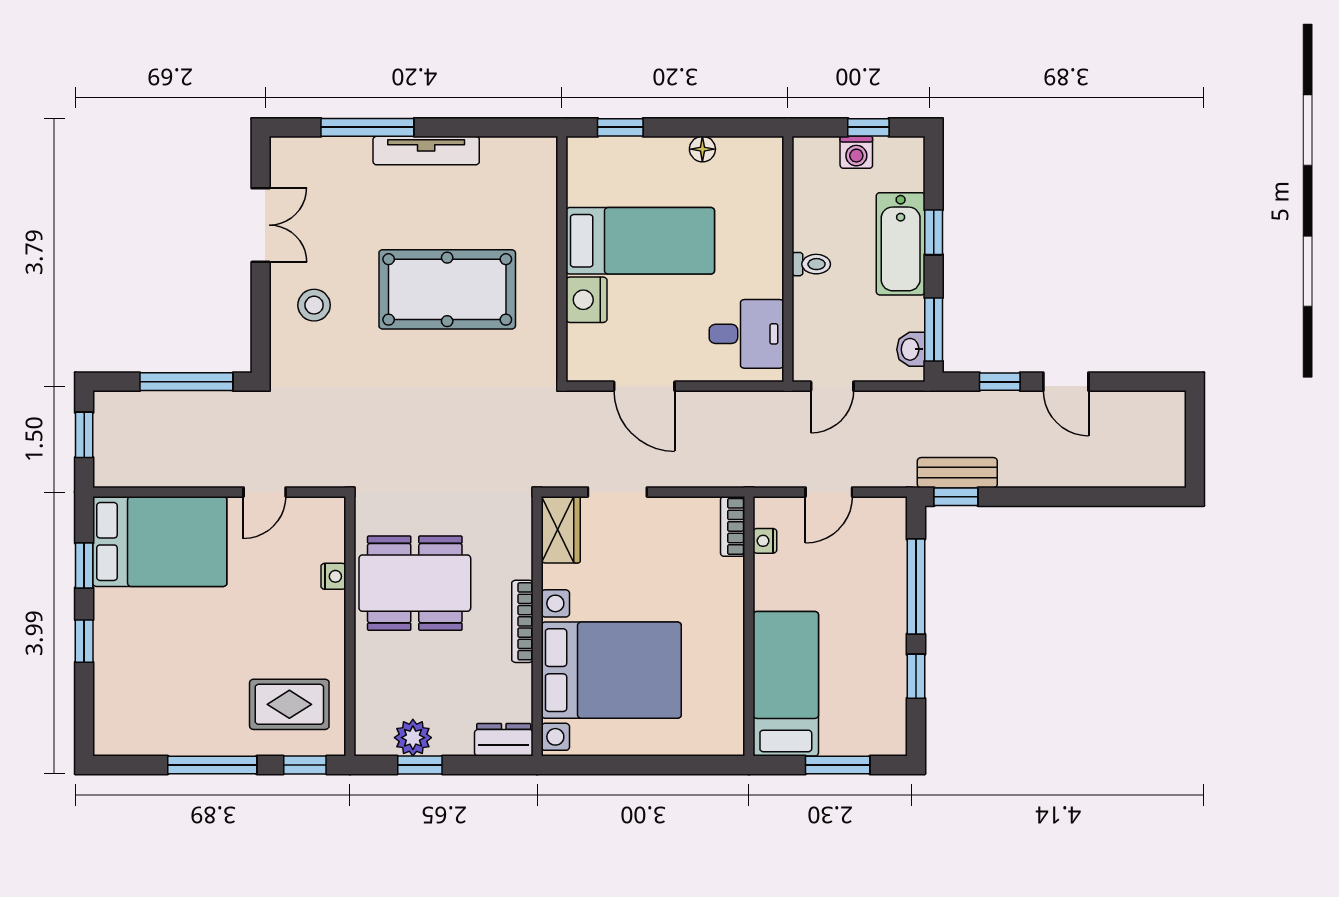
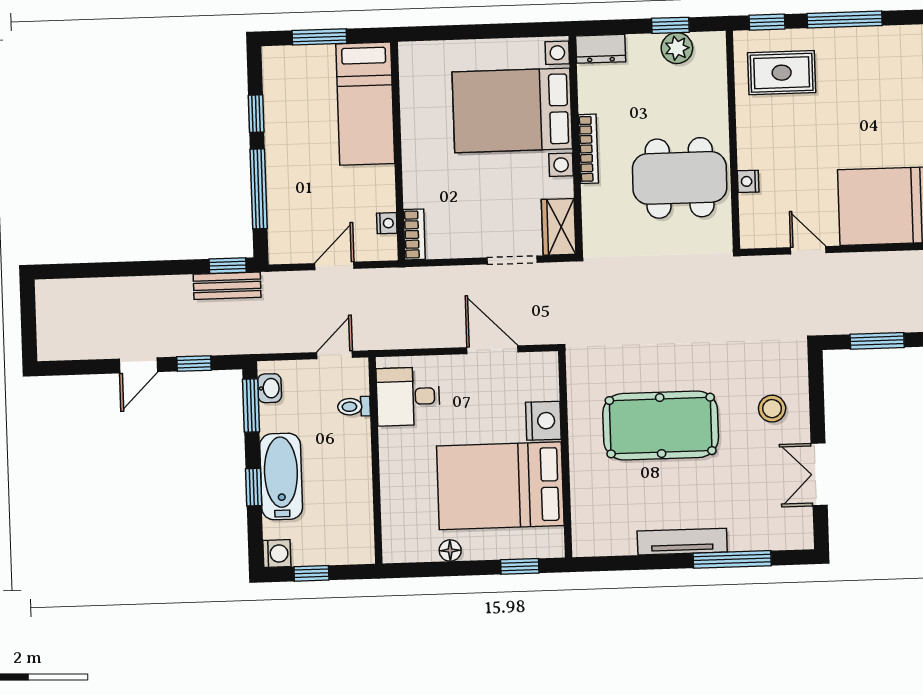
washing machine: (856, 152) -> (277, 554), moved, turned 90
bed: (640, 241) -> (500, 486), width x1.50
toilet: (811, 264) -> (354, 407), moved
window: (186, 382) -> (877, 341), width x0.69
door: (1066, 382) -> (138, 365), swing flipped
door: (265, 492) -> (808, 250), hinge flipped

